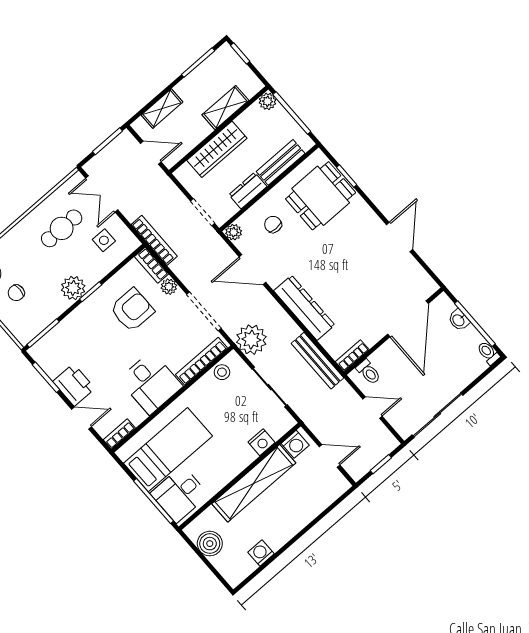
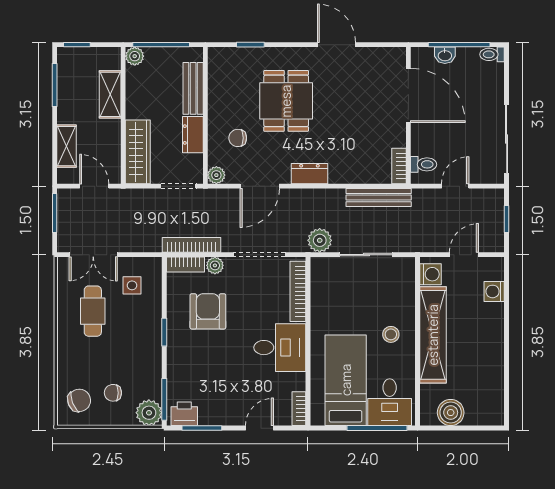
wardrobe: (217, 149) -> (138, 152), moved
door: (151, 153) -> (94, 186), hinge flipped
dining table: (321, 196) -> (286, 101), moved
bookcase: (154, 240) -> (192, 245), moved
plant: (73, 288) -> (149, 413), moved
chair: (16, 293) -> (113, 393), turned 88
dresser: (304, 308) -> (309, 174), width x0.51, depth x0.80
plant: (251, 340) -> (320, 240), width x0.73, depth x0.73
stool: (222, 372) -> (391, 334), moved
printer: (74, 385) -> (184, 414), moved, width x0.73, depth x0.81
nightstand: (262, 442) -> (405, 300), removed
washing machine: (261, 553) -> (494, 291), moved

